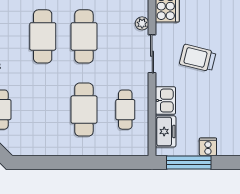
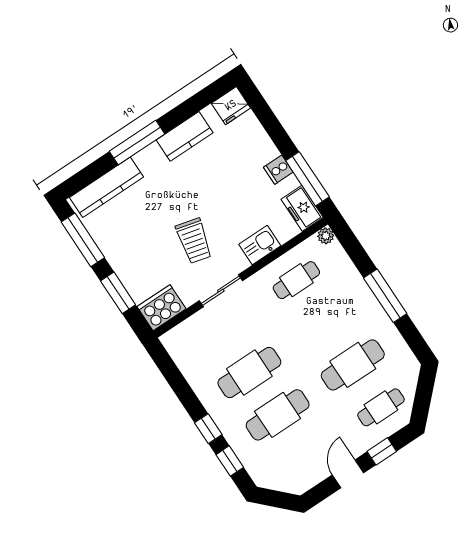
plant: (142, 23) -> (326, 236), moved
cafe table: (84, 110) -> (353, 365), moved
freezer: (166, 131) -> (302, 208), moved, turned -90
window: (75, 162) -> (385, 296), added

